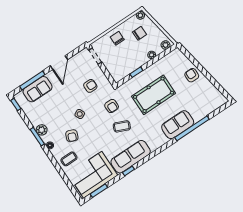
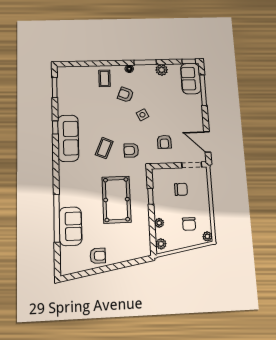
chair: (117, 38) -> (181, 189), moved
door: (59, 63) -> (207, 142), moved
armchair: (192, 75) -> (98, 256), moved
sofa: (38, 89) -> (191, 79), moved
sofa: (178, 125) -> (70, 226), moved
plant: (42, 130) -> (162, 70), moved
corner sofa: (93, 175) -> (74, 91), removed

